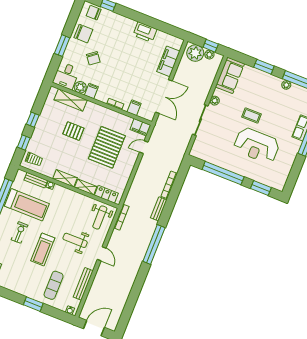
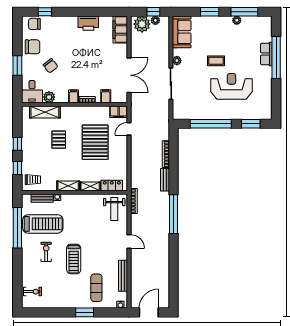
filing cabinet: (168, 61) -> (120, 30), moved
filing cabinet: (91, 91) -> (74, 96), moved
pallet: (73, 131) -> (59, 140), turned 90
reception desk: (257, 145) -> (231, 86), turned 180
weight bench: (75, 240) -> (100, 239), removed

